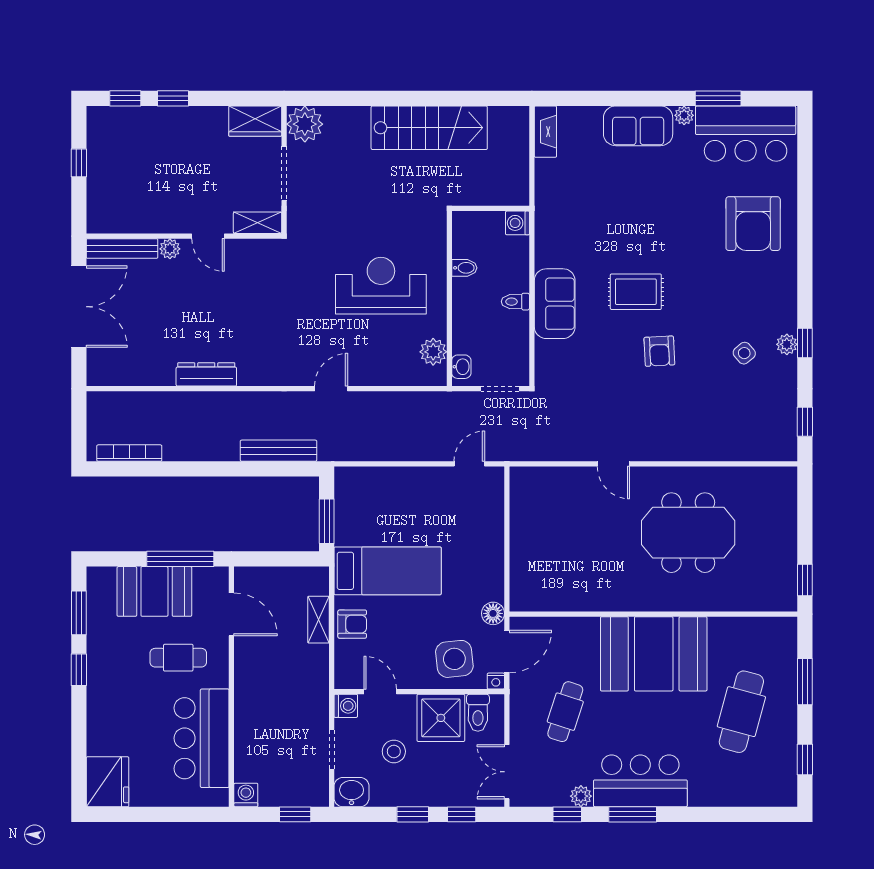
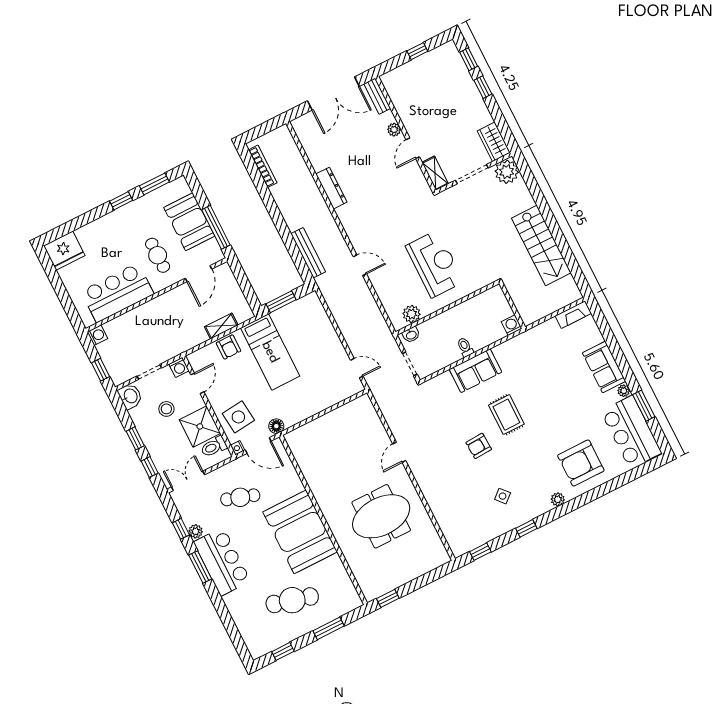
bench: (122, 249) -> (377, 96), width x0.73
bidet: (464, 268) -> (470, 307), removed
plant: (787, 344) -> (558, 499), moved
meeting table: (688, 533) -> (381, 516), turned 90

